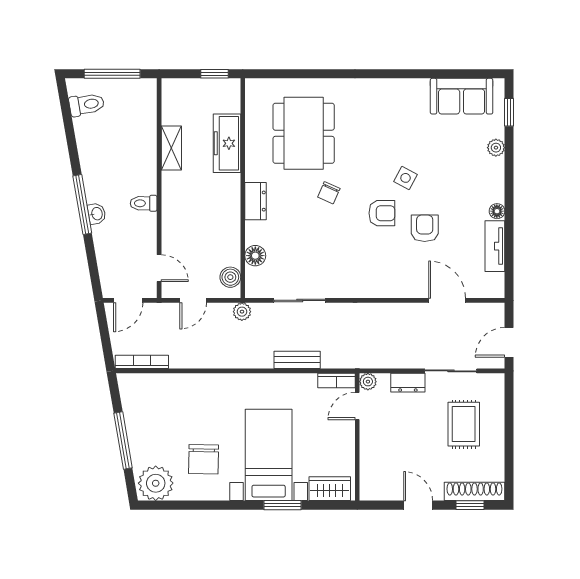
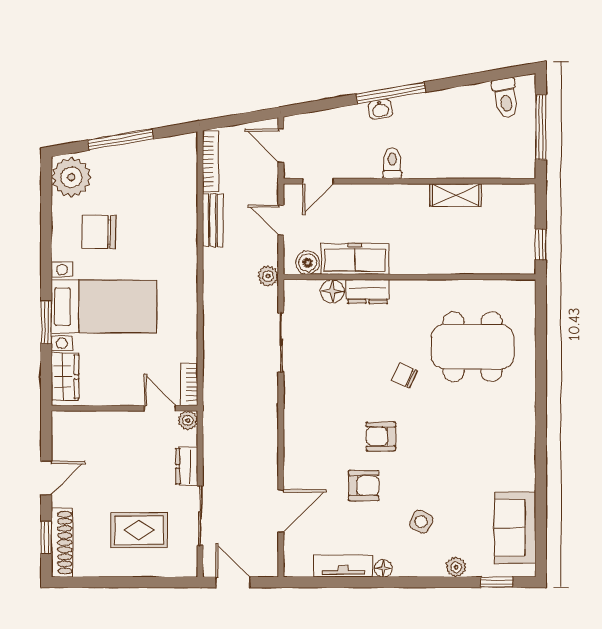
freezer: (227, 143) -> (355, 259), moved
side table: (406, 178) -> (421, 522), moved
dresser: (256, 201) -> (368, 292), moved
armchair: (382, 213) -> (381, 436), turned 90
bench: (297, 360) -> (213, 220), moved

